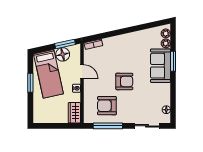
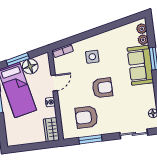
window: (65, 44) -> (18, 59), moved
side table: (119, 53) -> (92, 57), added
door: (82, 72) -> (54, 83), hinge flipped
window: (108, 126) -> (90, 139), width x0.69

